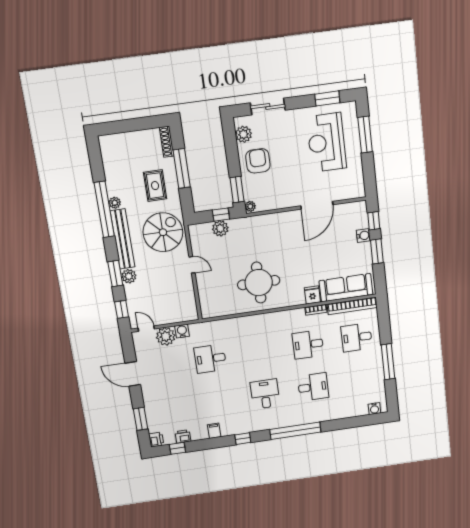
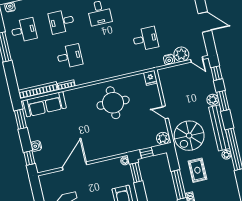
plant: (220, 228) -> (163, 138), moved
window: (377, 251) -> (20, 119), moved
fridge: (312, 295) -> (151, 78), moved
desk: (357, 337) -> (24, 30), moved

